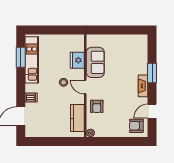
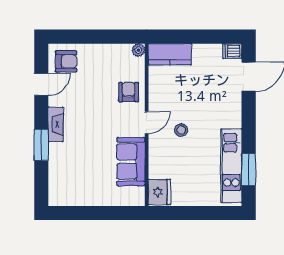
fridge: (77, 60) -> (159, 192), moved
door: (85, 87) -> (147, 123), hinge flipped
dishwasher: (31, 97) -> (232, 51), moved
kitchen counter: (77, 118) -> (170, 54), moved, turned 90

